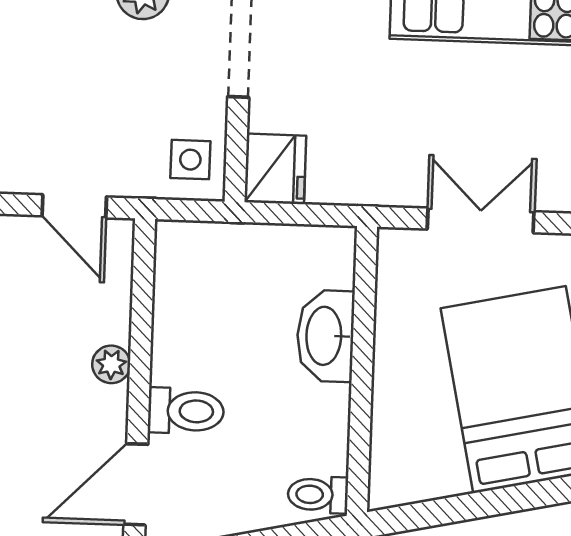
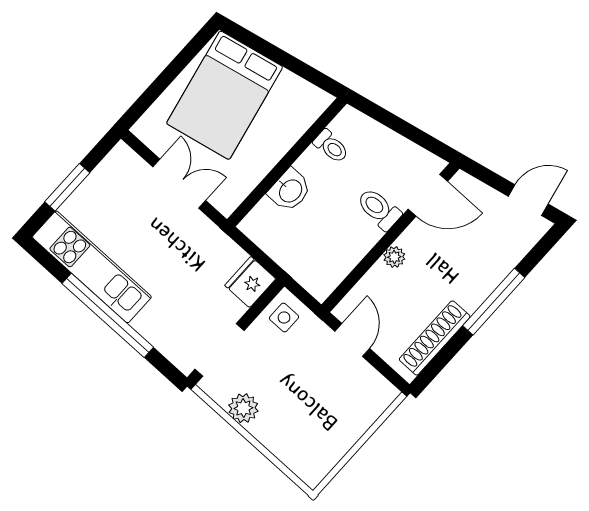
double door: (481, 220) -> (179, 184), swing flipped
washbasin: (325, 336) -> (290, 190), width x0.72
toilet: (318, 495) -> (331, 146), moved

